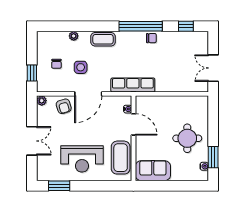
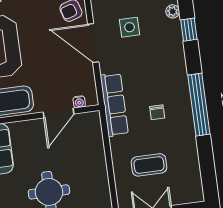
window: (186, 26) -> (189, 30), moved
chair: (151, 38) -> (157, 112), moved
coffee table: (103, 39) -> (149, 165), moved, turned 90

